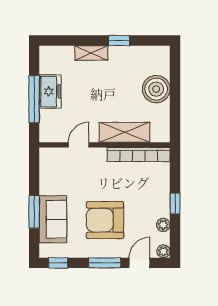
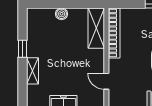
boiler: (156, 89) -> (62, 14), width x0.54, depth x0.54
shelving: (125, 132) -> (96, 28), moved

